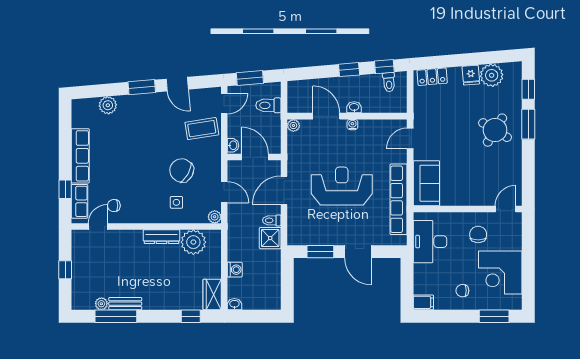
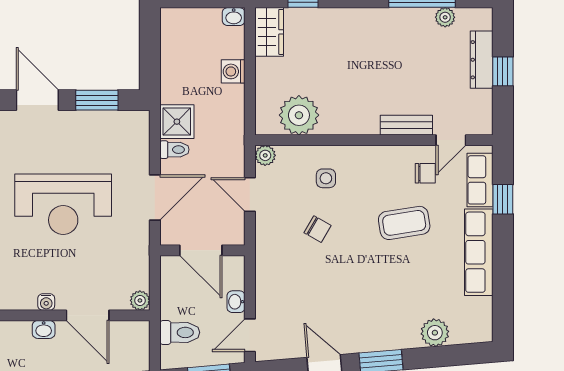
coffee table: (202, 129) -> (404, 223), moved
washbasin: (233, 145) -> (236, 302), moved
chair: (182, 170) -> (318, 229), width x0.54, depth x0.54
dresser: (161, 237) -> (482, 60), moved, turned -90
bench: (125, 304) -> (406, 125), moved

